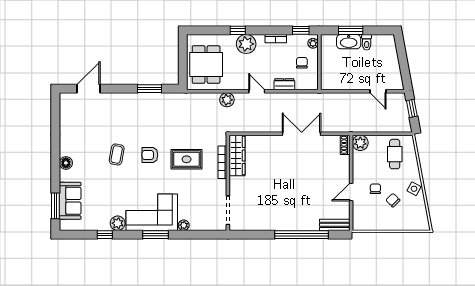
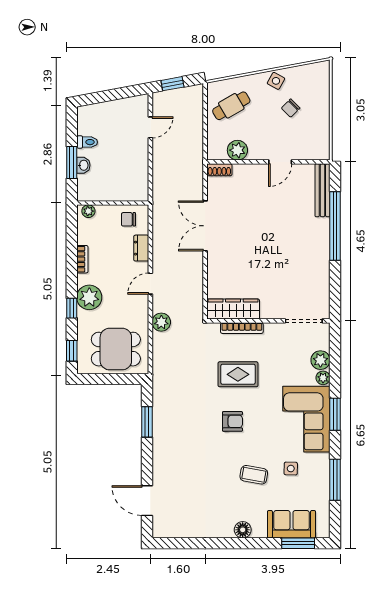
window: (301, 30) -> (72, 351), moved
washbasin: (349, 42) -> (83, 165), width x0.52, depth x0.69
chair: (302, 63) -> (128, 219), moved
plant: (360, 143) -> (237, 150), moved
coffee table: (117, 154) -> (254, 475), moved
cafe table: (395, 154) -> (231, 106), turned -30
armchair: (150, 155) -> (232, 421), turned -90
rug: (187, 159) -> (238, 374), turned 90
chair: (375, 189) -> (276, 131), removed
door: (351, 192) -> (280, 162), hinge flipped
side table: (113, 200) -> (291, 469), added
plant: (118, 223) -> (320, 360), moved
bench: (335, 225) -> (322, 190), width x1.36
window: (105, 235) -> (335, 480), width x2.17

